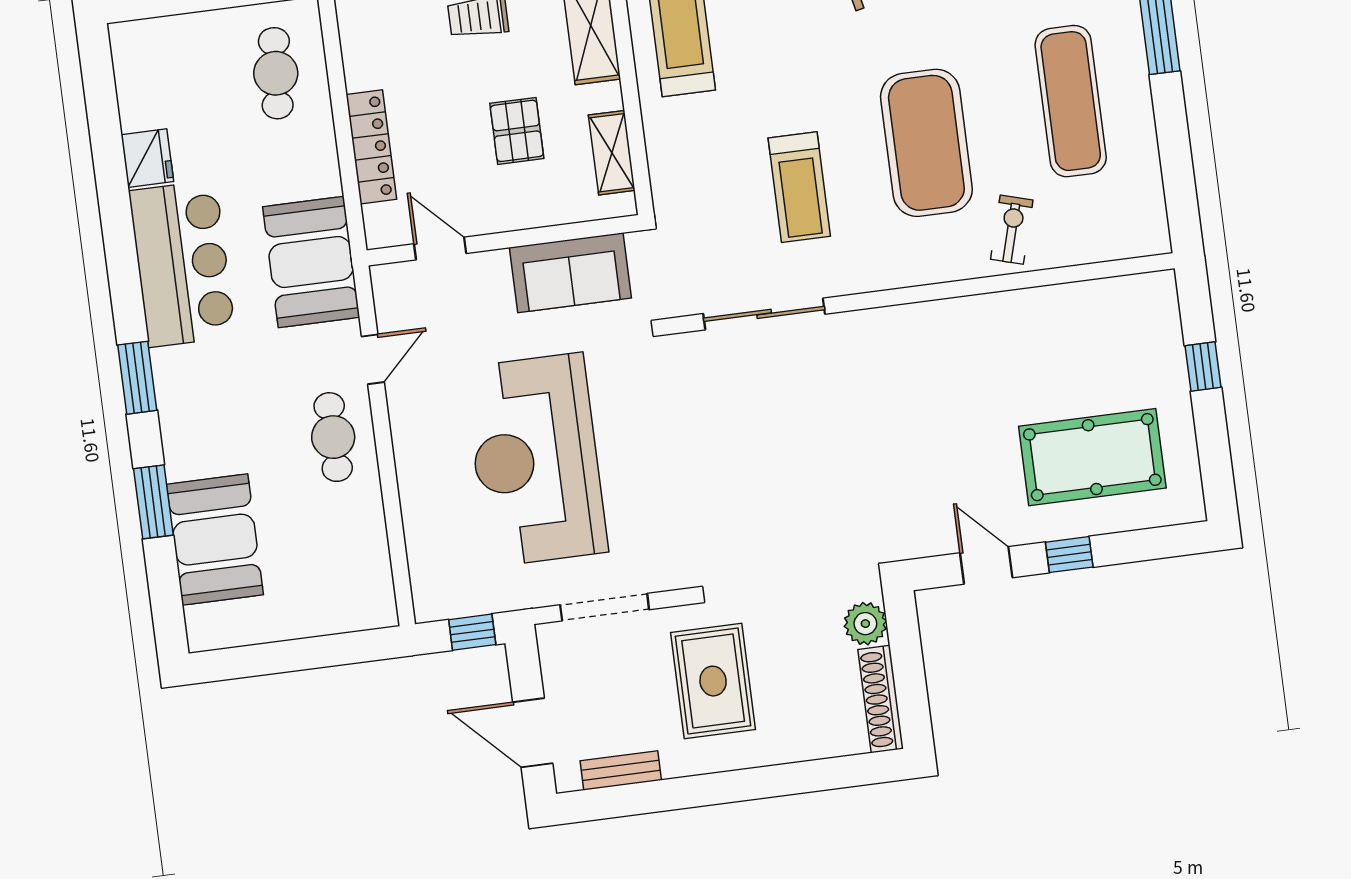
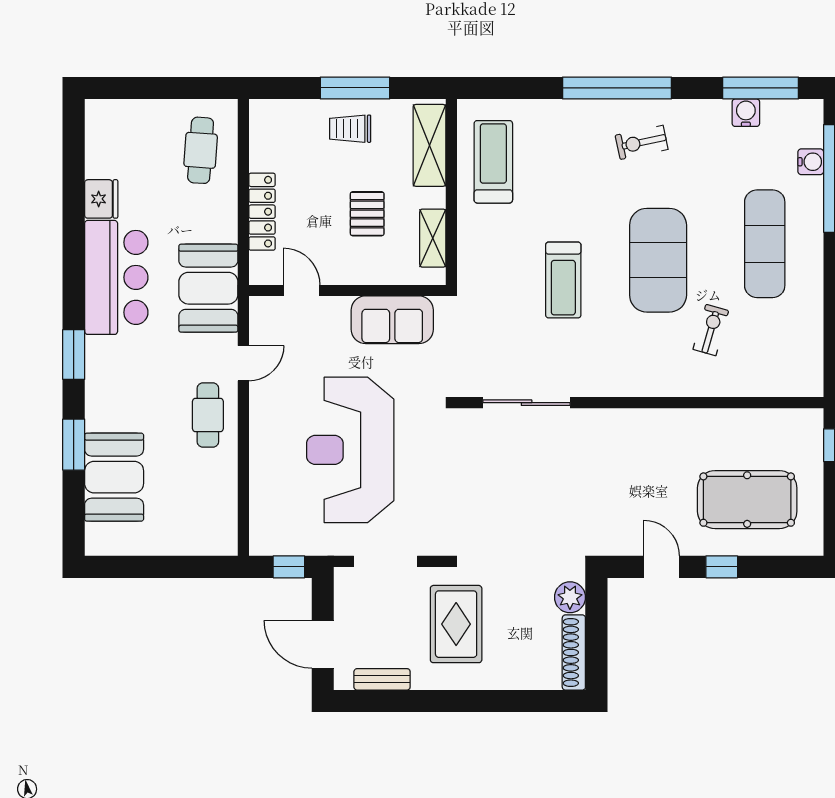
wall: (921, 294) -> (640, 403), moved
sliding door: (764, 314) -> (527, 403), moved

